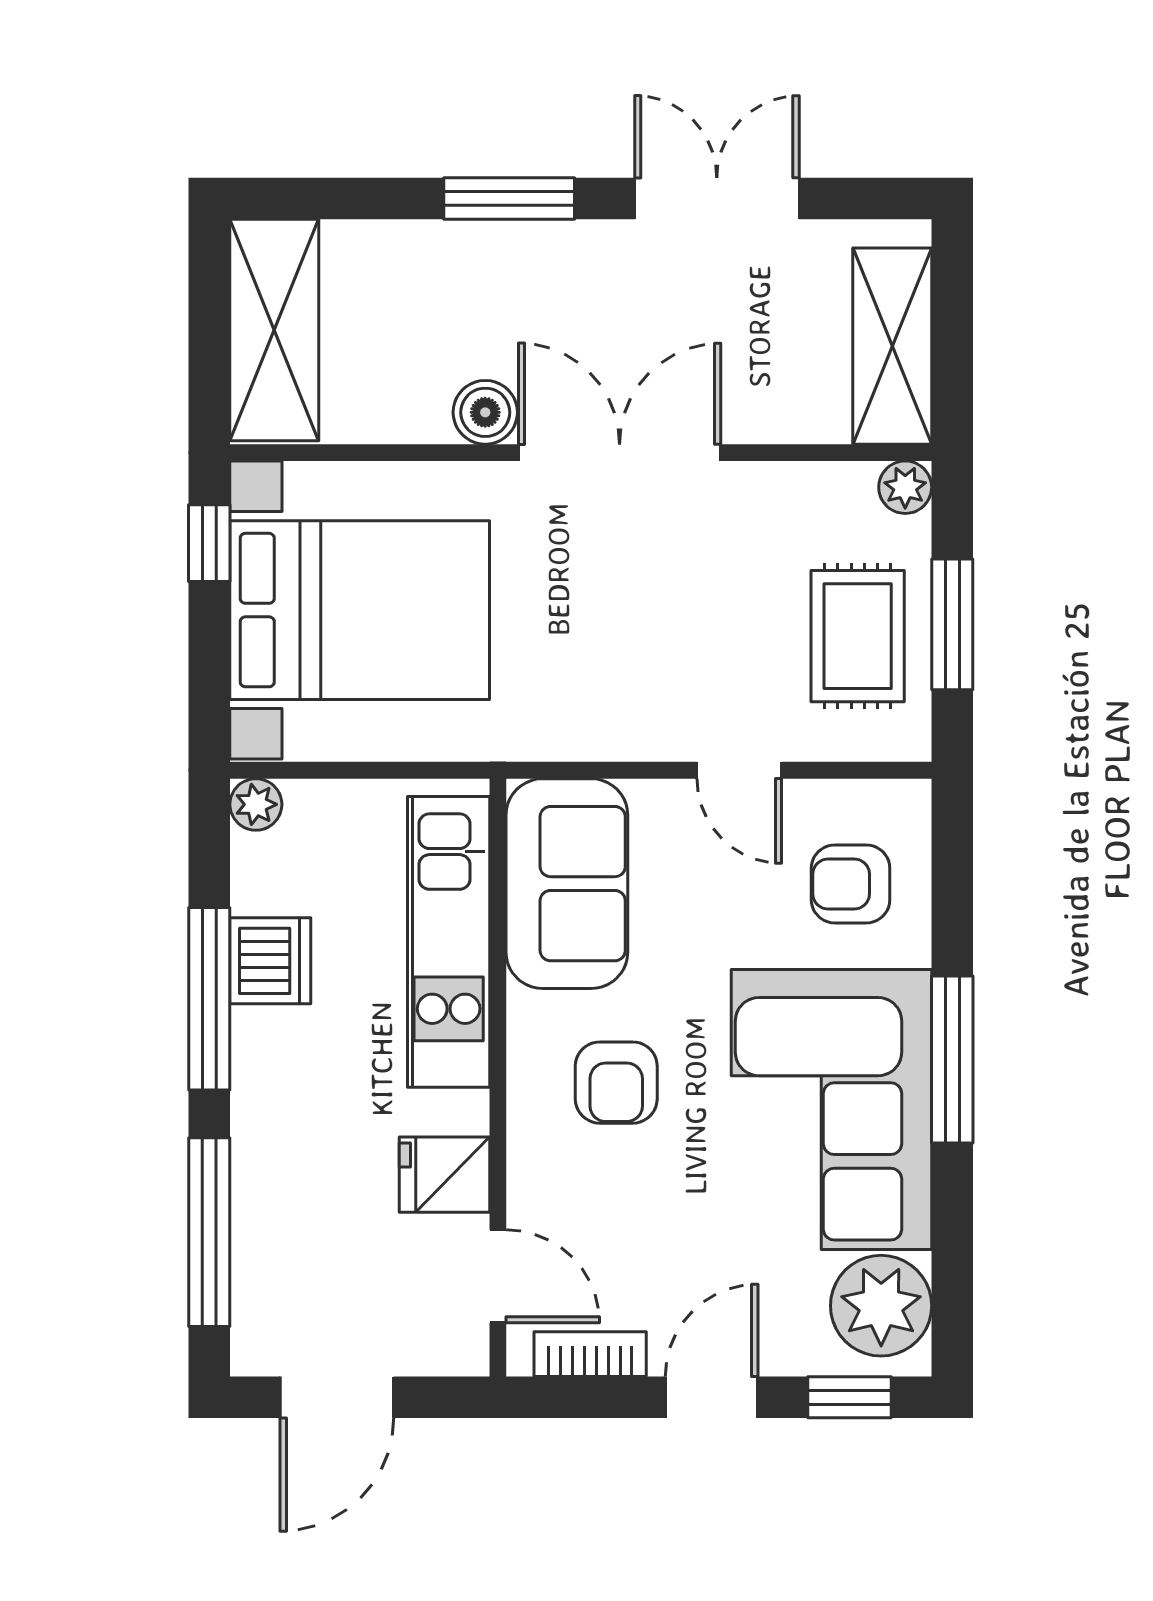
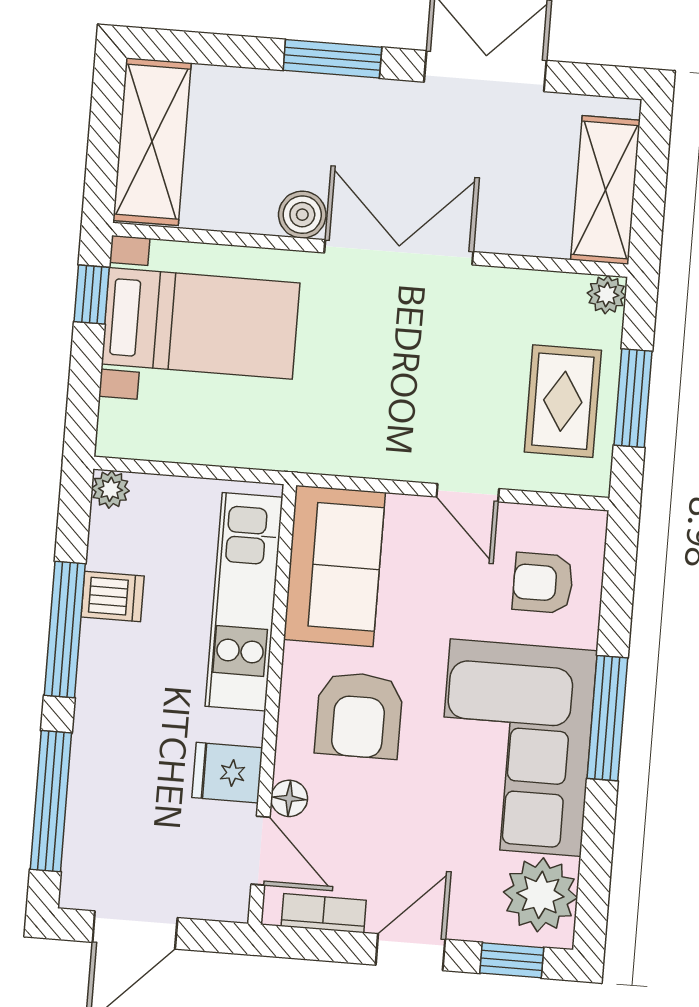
bed with nightstands: (360, 610) -> (201, 323), width x0.73
dishwasher: (270, 961) -> (113, 596), width x0.73
armchair: (616, 1083) -> (359, 715), width x1.38, depth x1.38
floor lamp: (531, 1203) -> (289, 798), added

